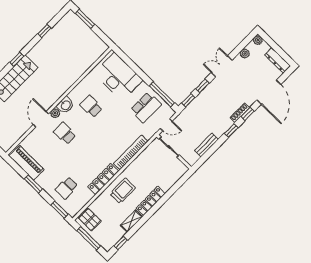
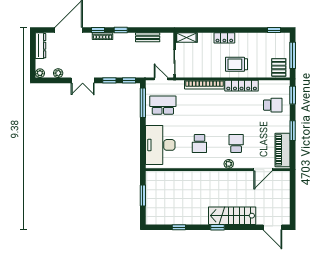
window: (85, 19) -> (143, 196), moved
washbasin: (65, 105) -> (216, 162), removed
door: (41, 119) -> (263, 170), moved
school desk: (65, 133) -> (236, 144), turned 180
locker: (151, 201) -> (224, 38), width x0.66
shelving: (131, 221) -> (186, 37), moved

